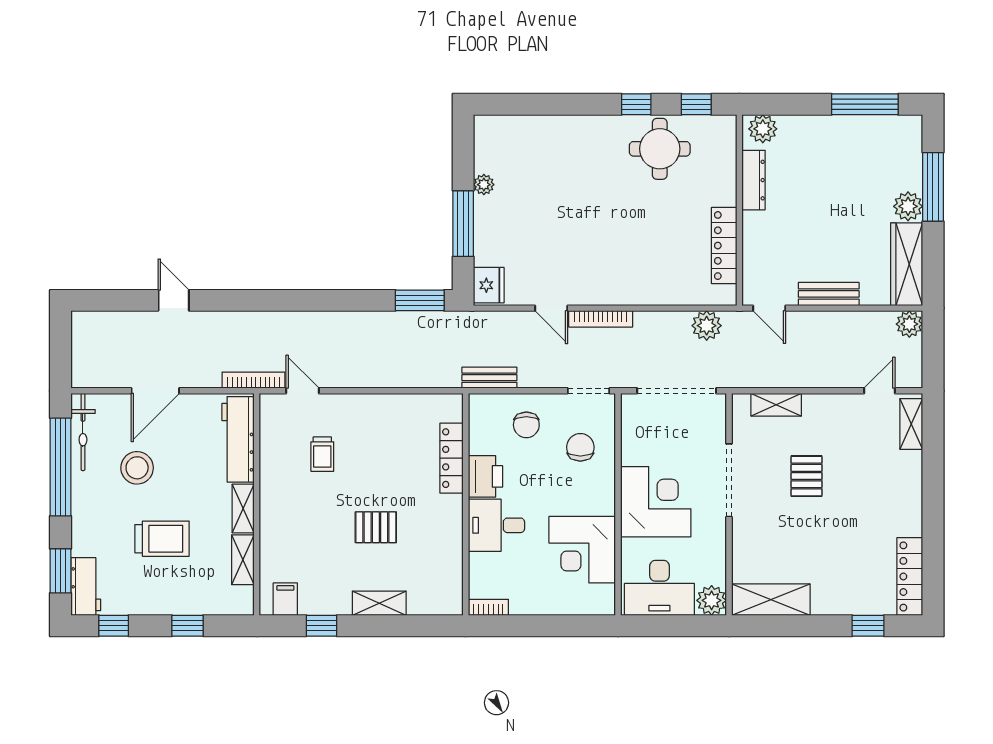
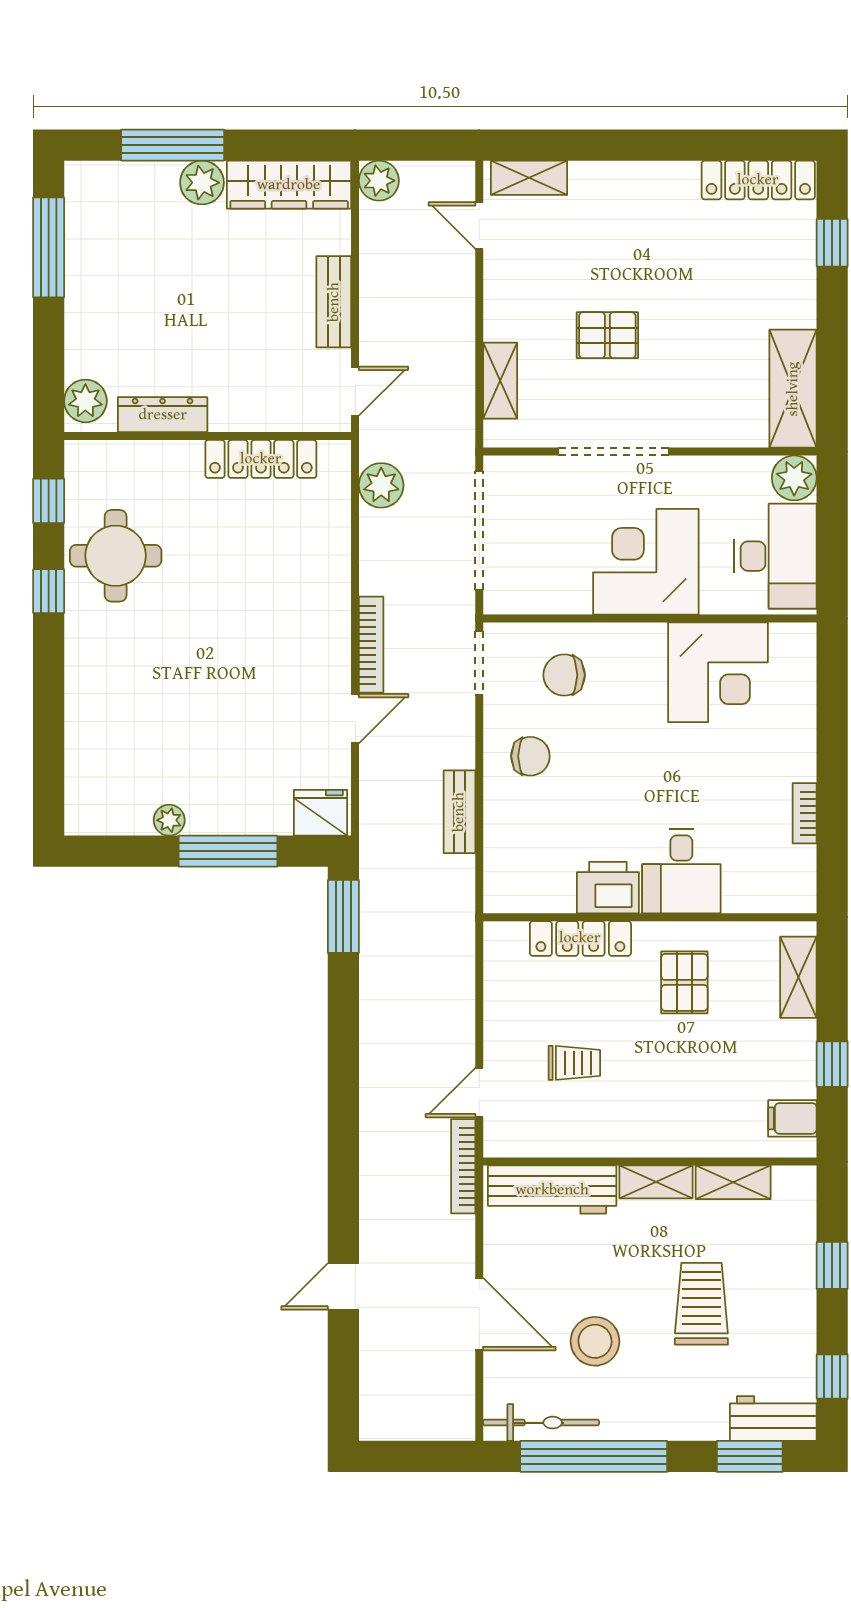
locker: (452, 458) -> (580, 938), moved
printer: (485, 476) -> (608, 888), moved
wall: (466, 504) -> (650, 917), moved
desk: (496, 525) -> (681, 871), moved

